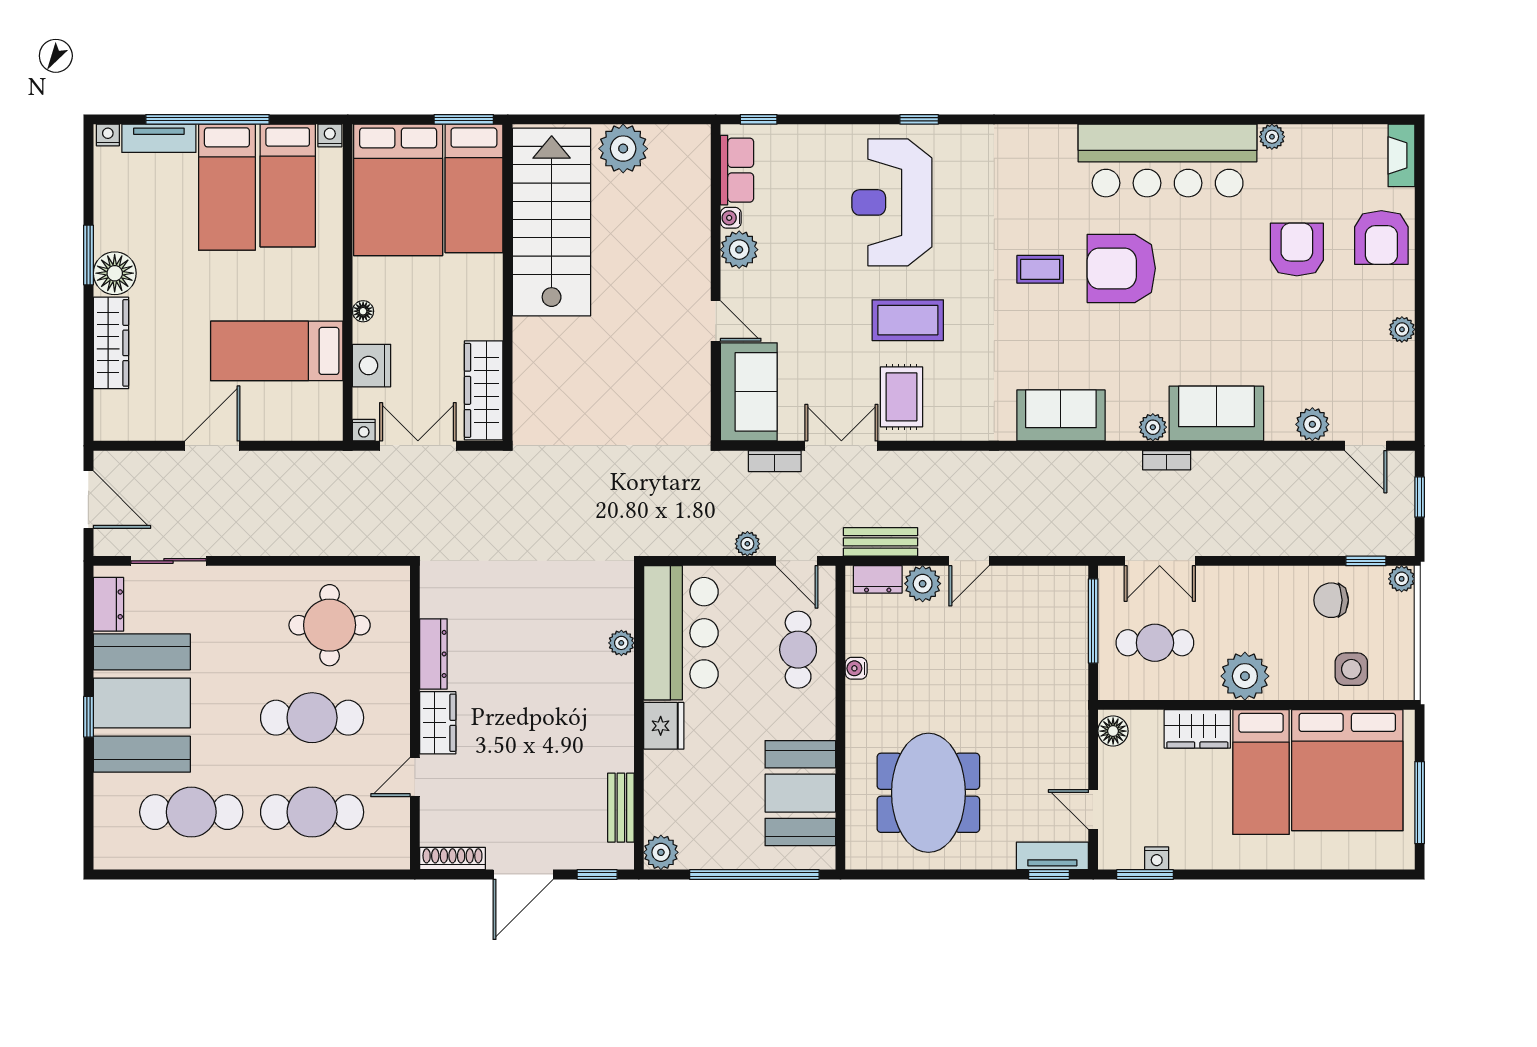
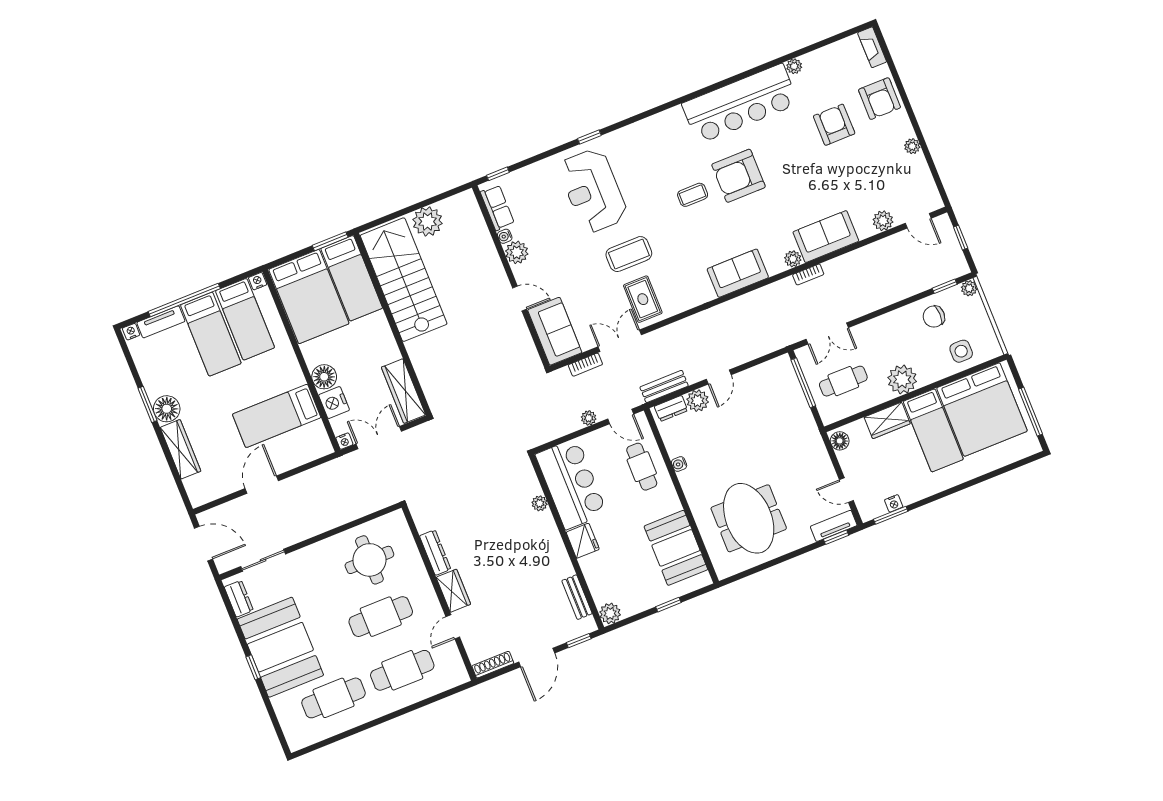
floor lamp: (363, 311) -> (324, 377), width x1.89, depth x1.89
window: (754, 874) -> (668, 605), width x0.32

